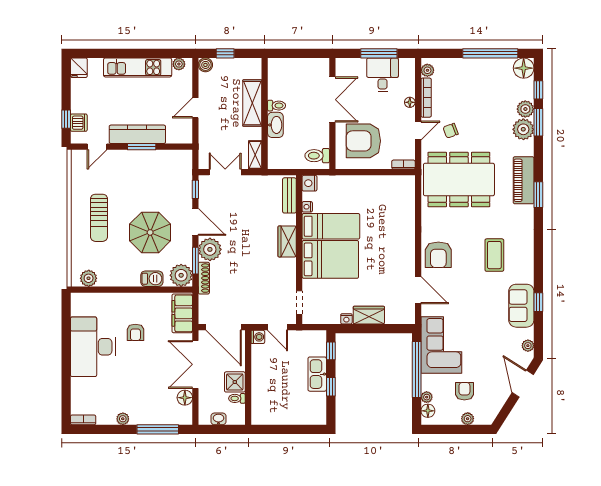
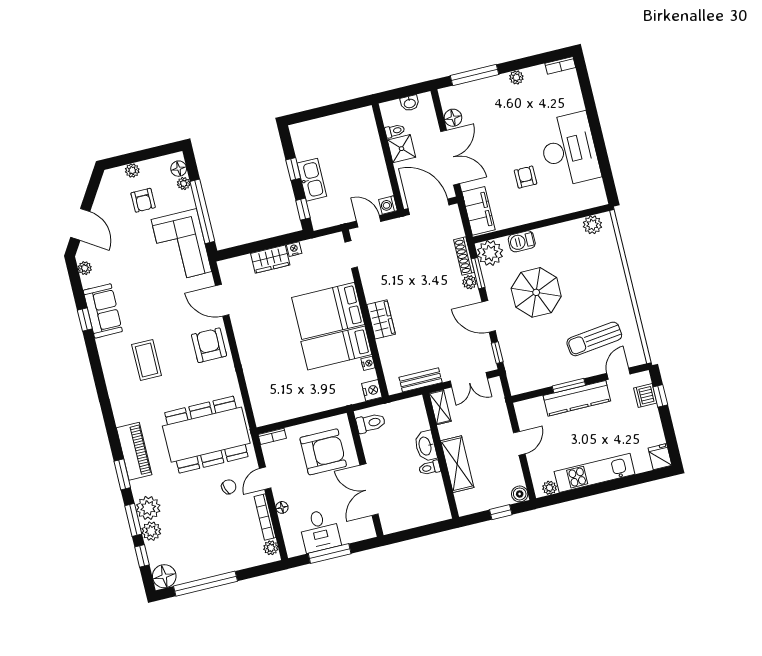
bench: (289, 195) -> (421, 380), moved, turned 90
window: (538, 195) -> (122, 474), moved
sun lounger: (99, 218) -> (594, 339), moved, turned -97
plant: (210, 249) -> (470, 282), width x0.53, depth x0.53

